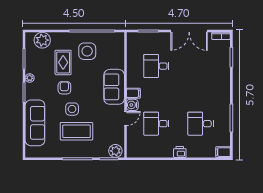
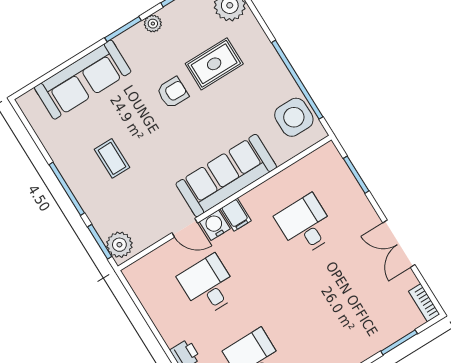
double door: (189, 31) -> (399, 244), width x0.73
side table: (87, 51) -> (294, 117), moved
sofa: (114, 87) -> (226, 176), width x1.36
side table: (72, 109) -> (145, 128), removed
coffee table: (76, 131) -> (112, 158), width x0.54, depth x0.58

